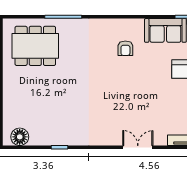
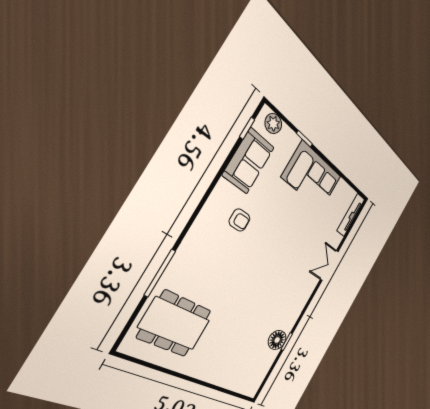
dining table: (35, 46) -> (175, 324), turned 90
floor lamp: (20, 137) -> (277, 340), moved

